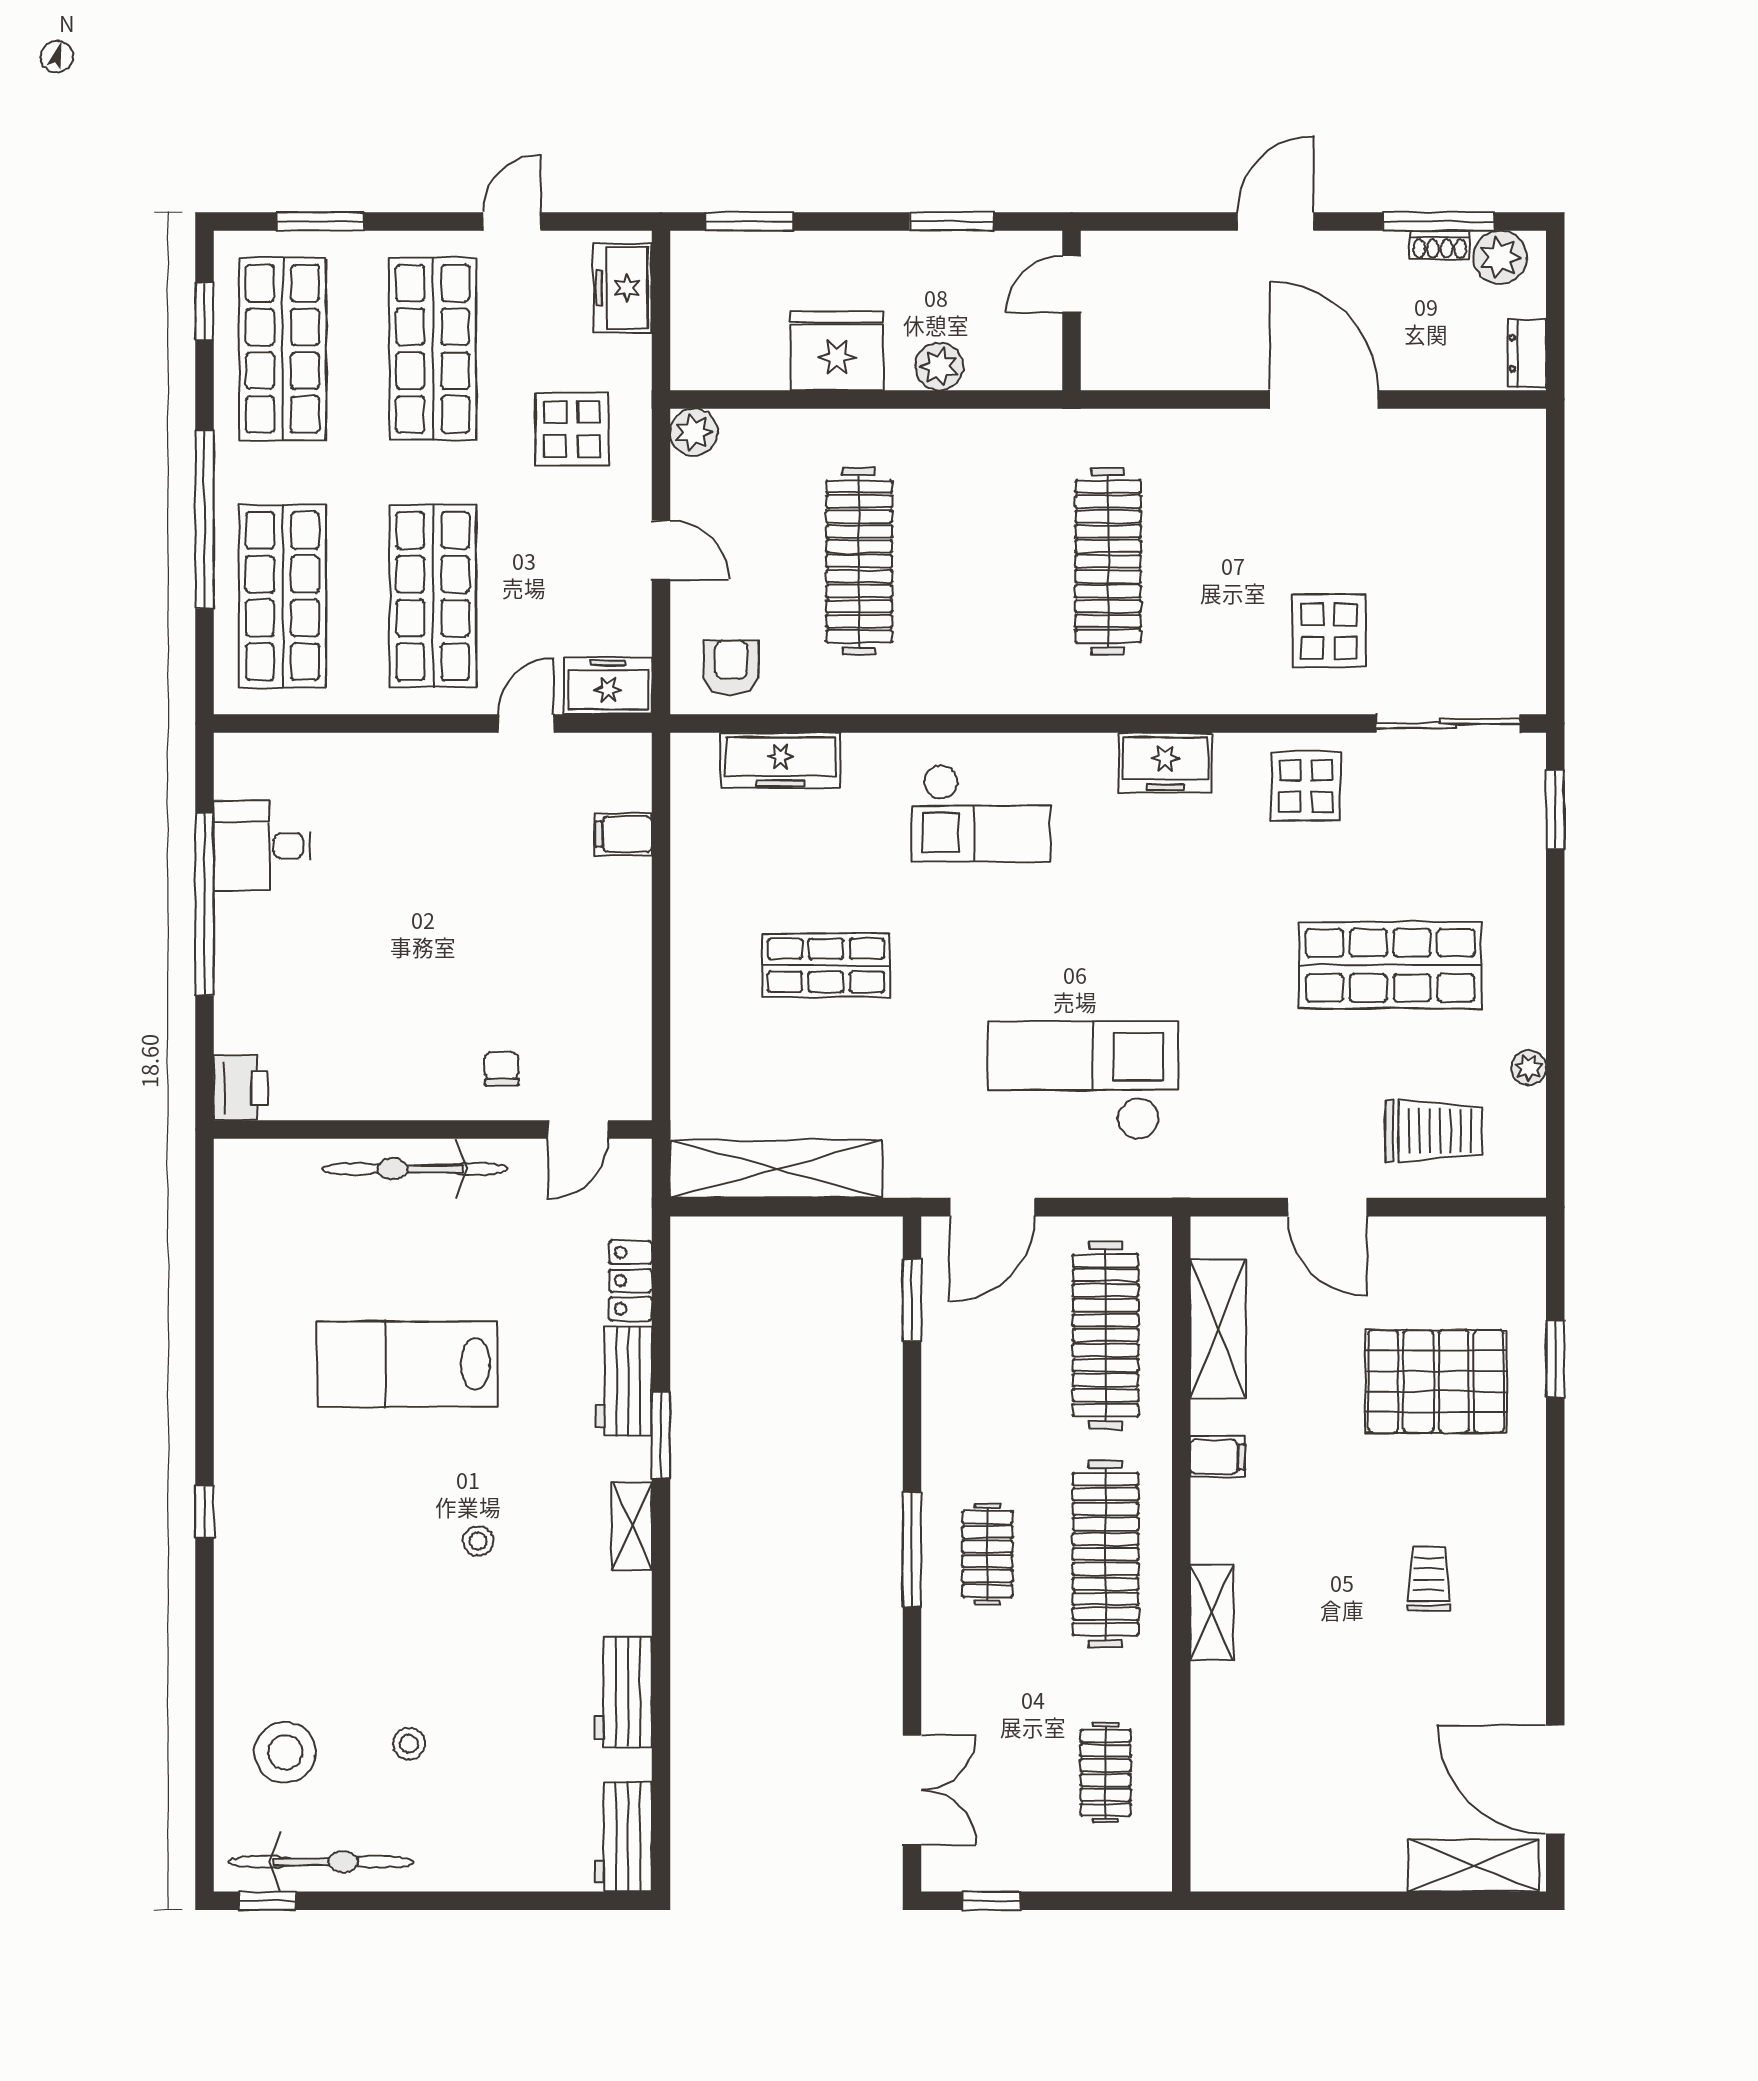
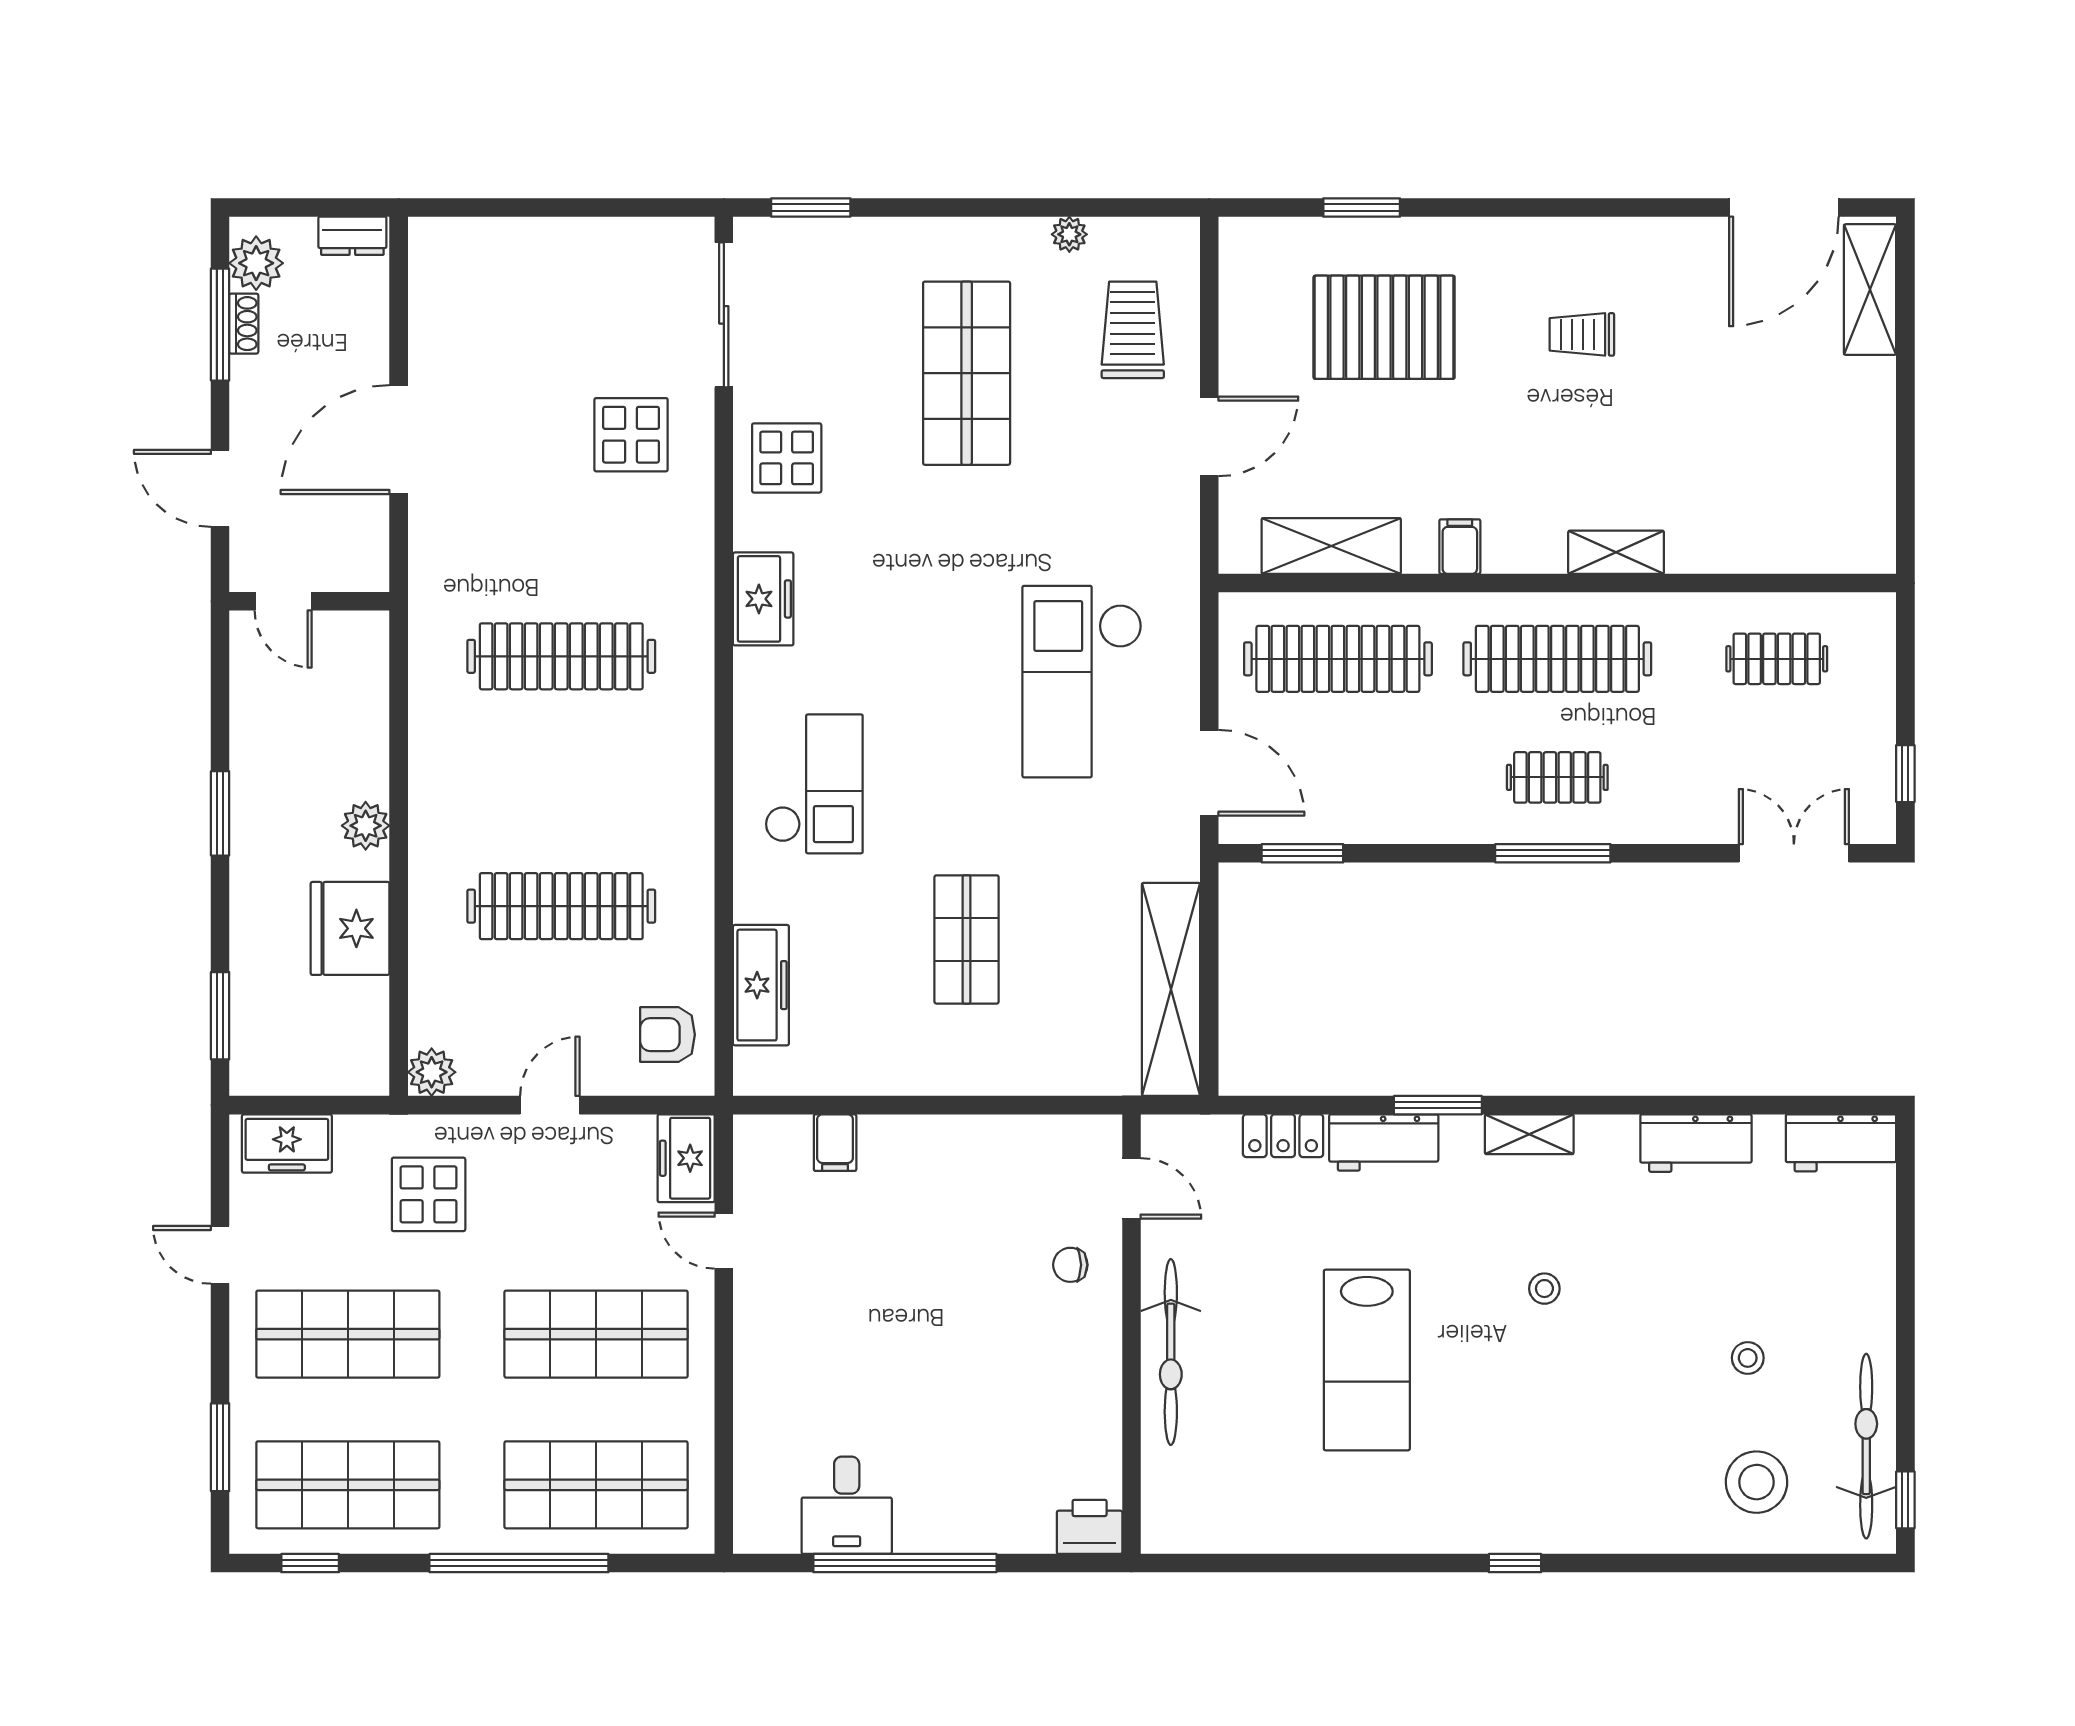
door: (1072, 284) -> (283, 601), moved
wall: (1072, 310) -> (309, 601), moved
pallet: (1436, 1381) -> (1384, 327), turned 90

